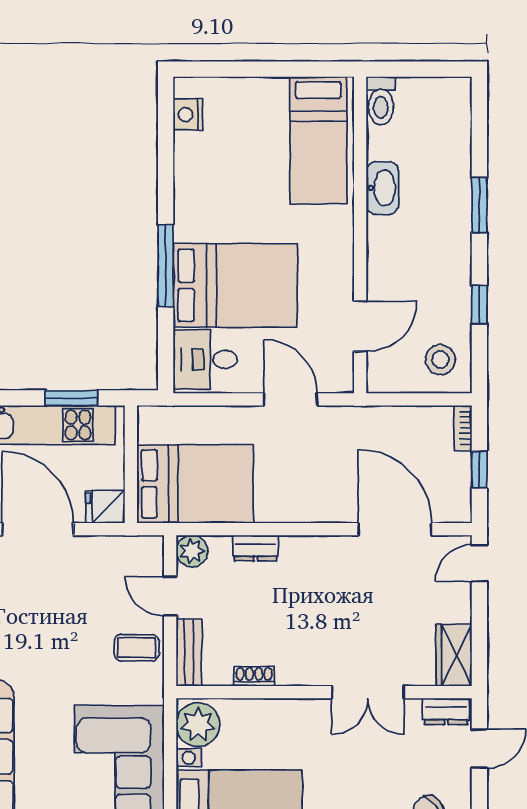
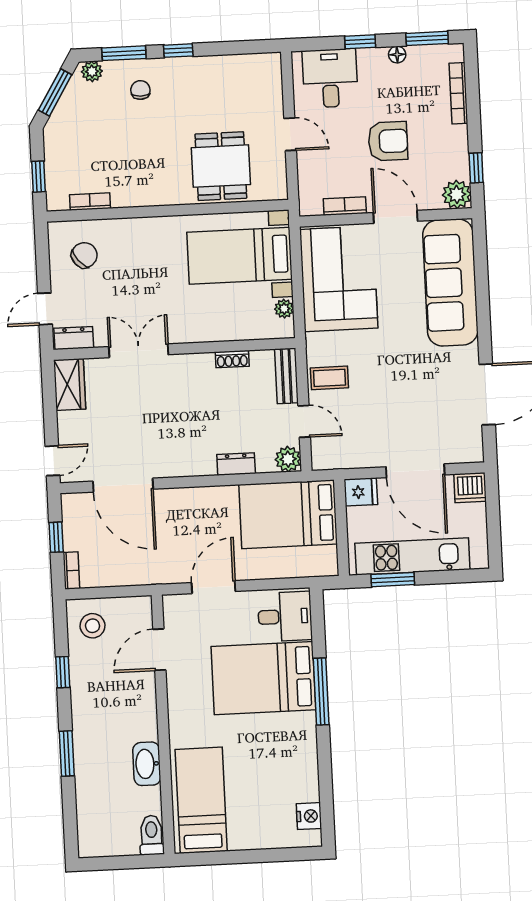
door: (291, 399) -> (213, 587), swing flipped
plant: (198, 725) -> (284, 309), width x0.53, depth x0.53

